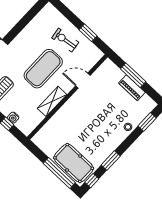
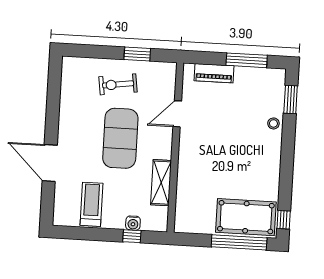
window: (133, 75) -> (247, 60), moved
piano: (132, 88) -> (214, 73), moved
shelving: (52, 101) -> (161, 183), moved
window: (111, 161) -> (286, 179), removed

